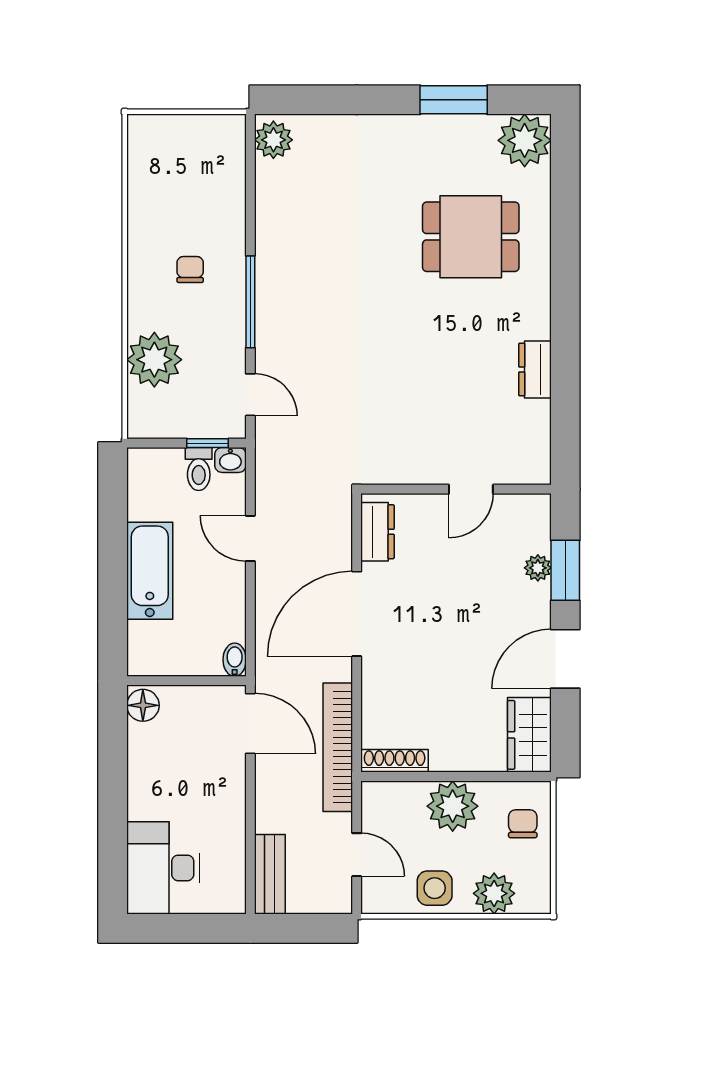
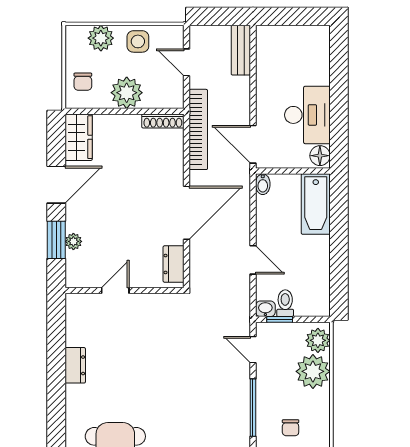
plant: (146, 409) -> (318, 340), added
bathtub: (150, 571) -> (316, 204), moved
desk: (163, 868) -> (307, 115), moved

